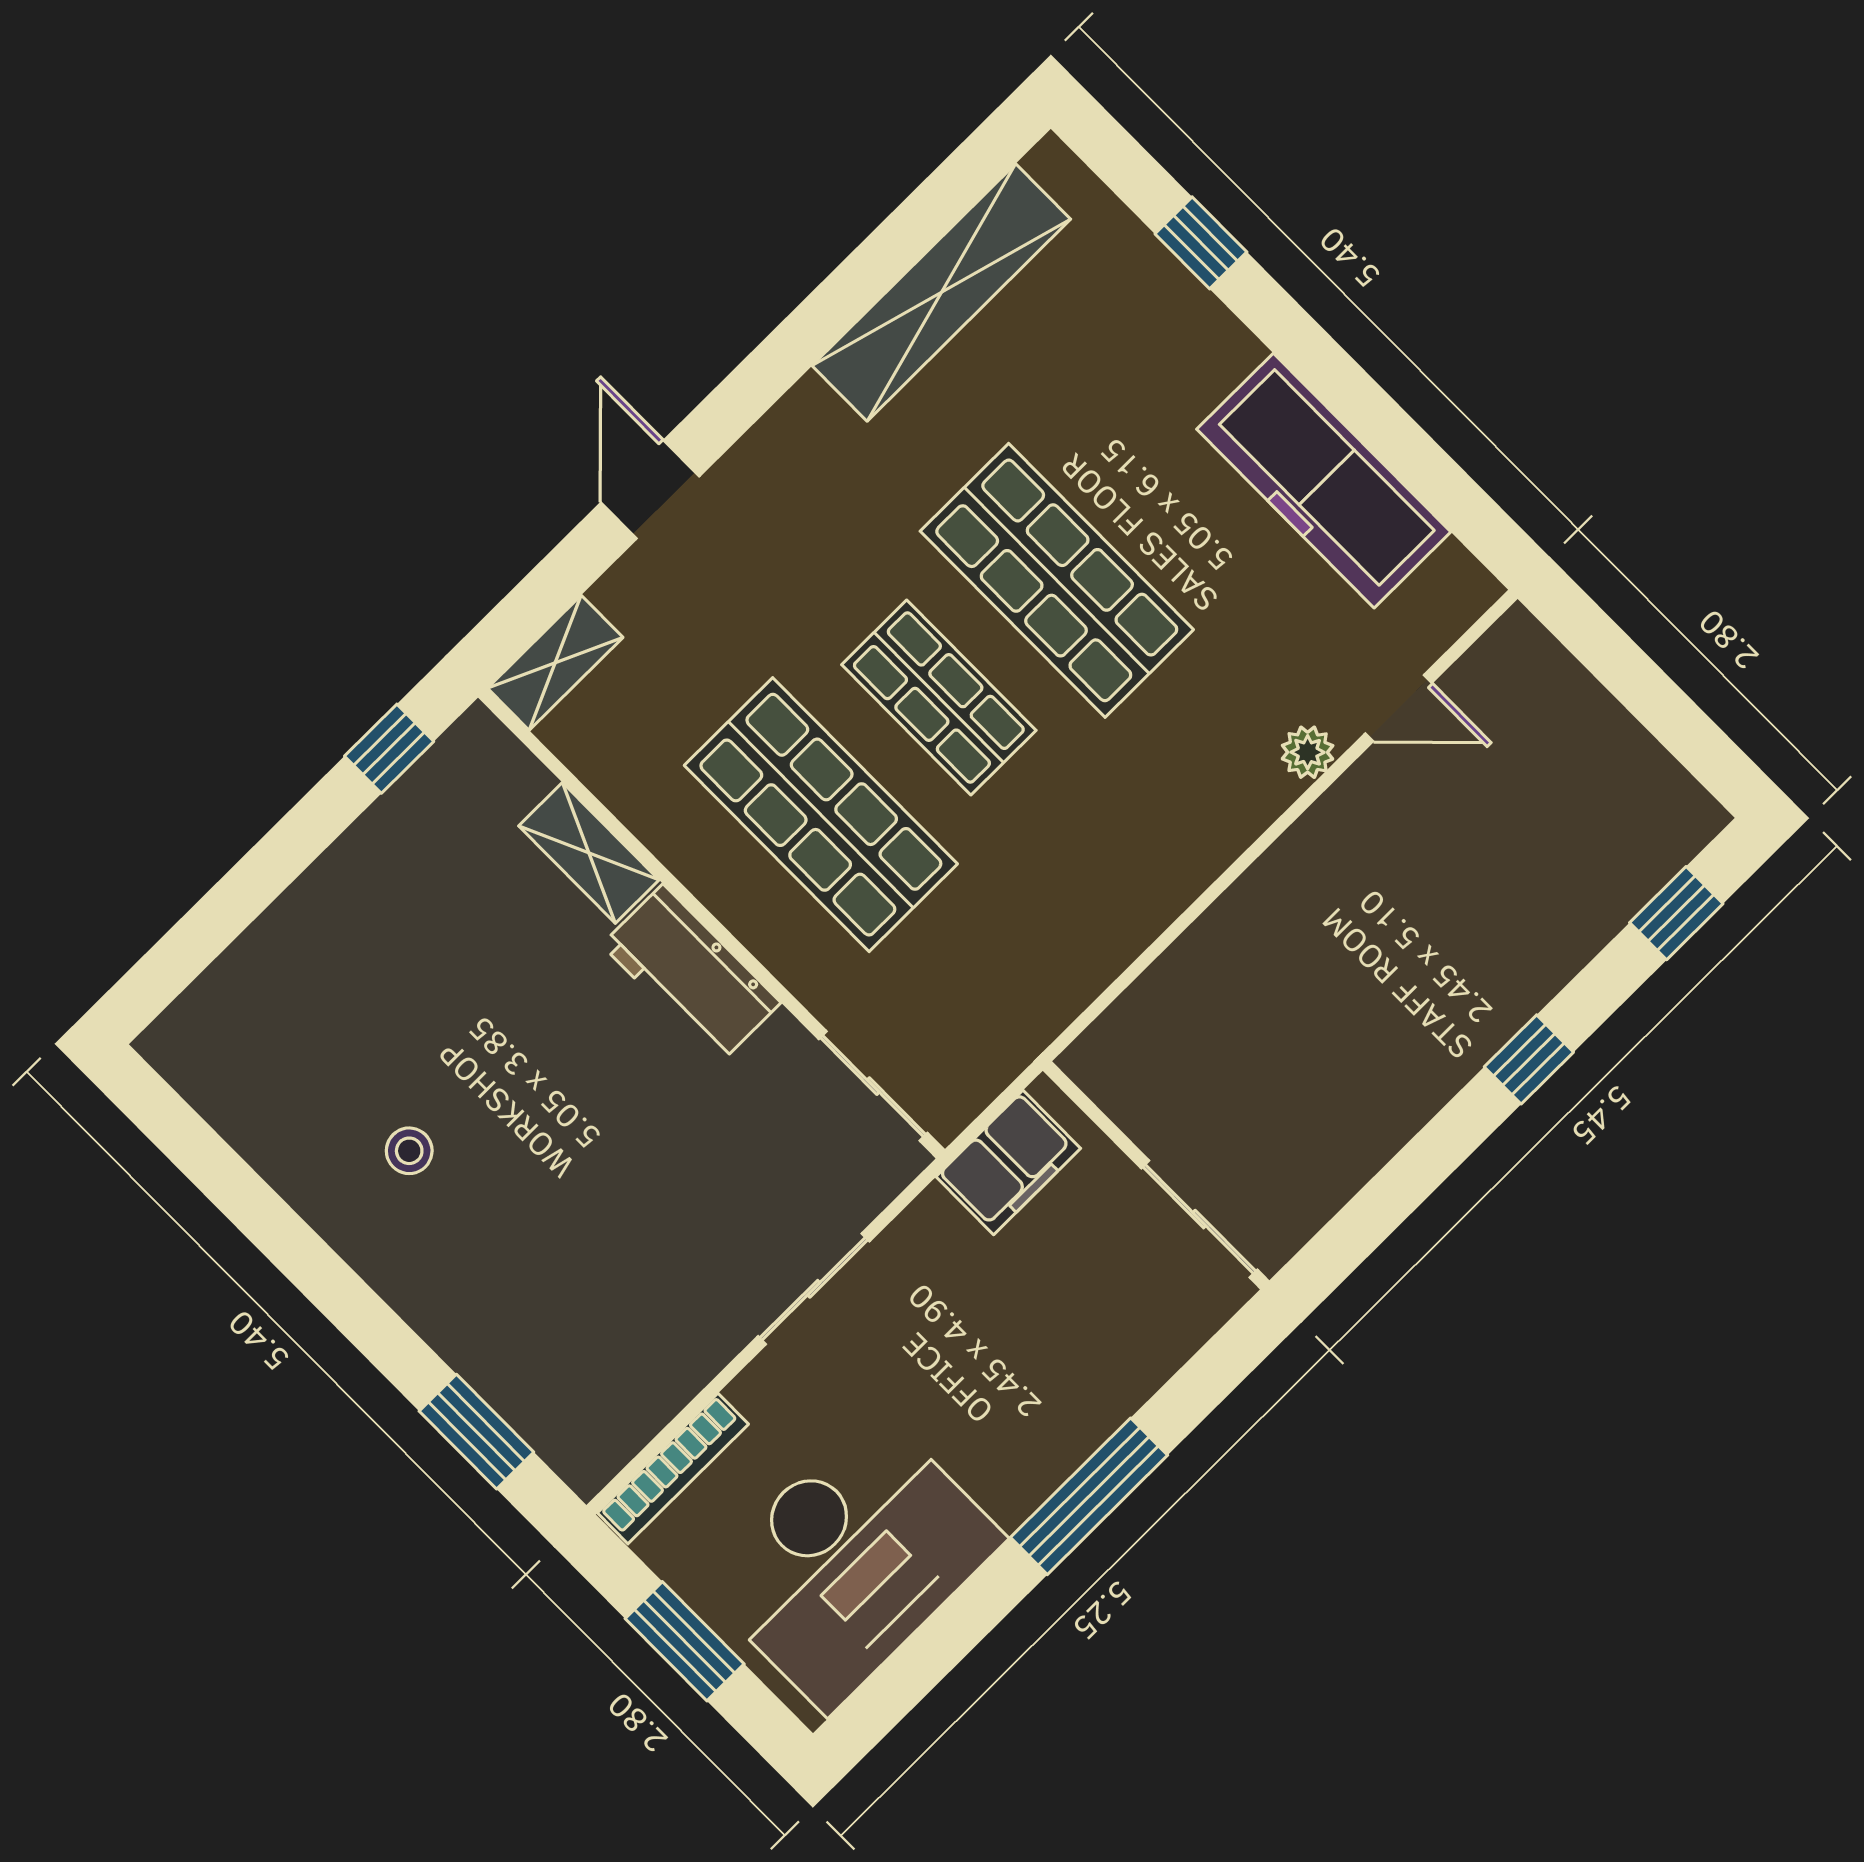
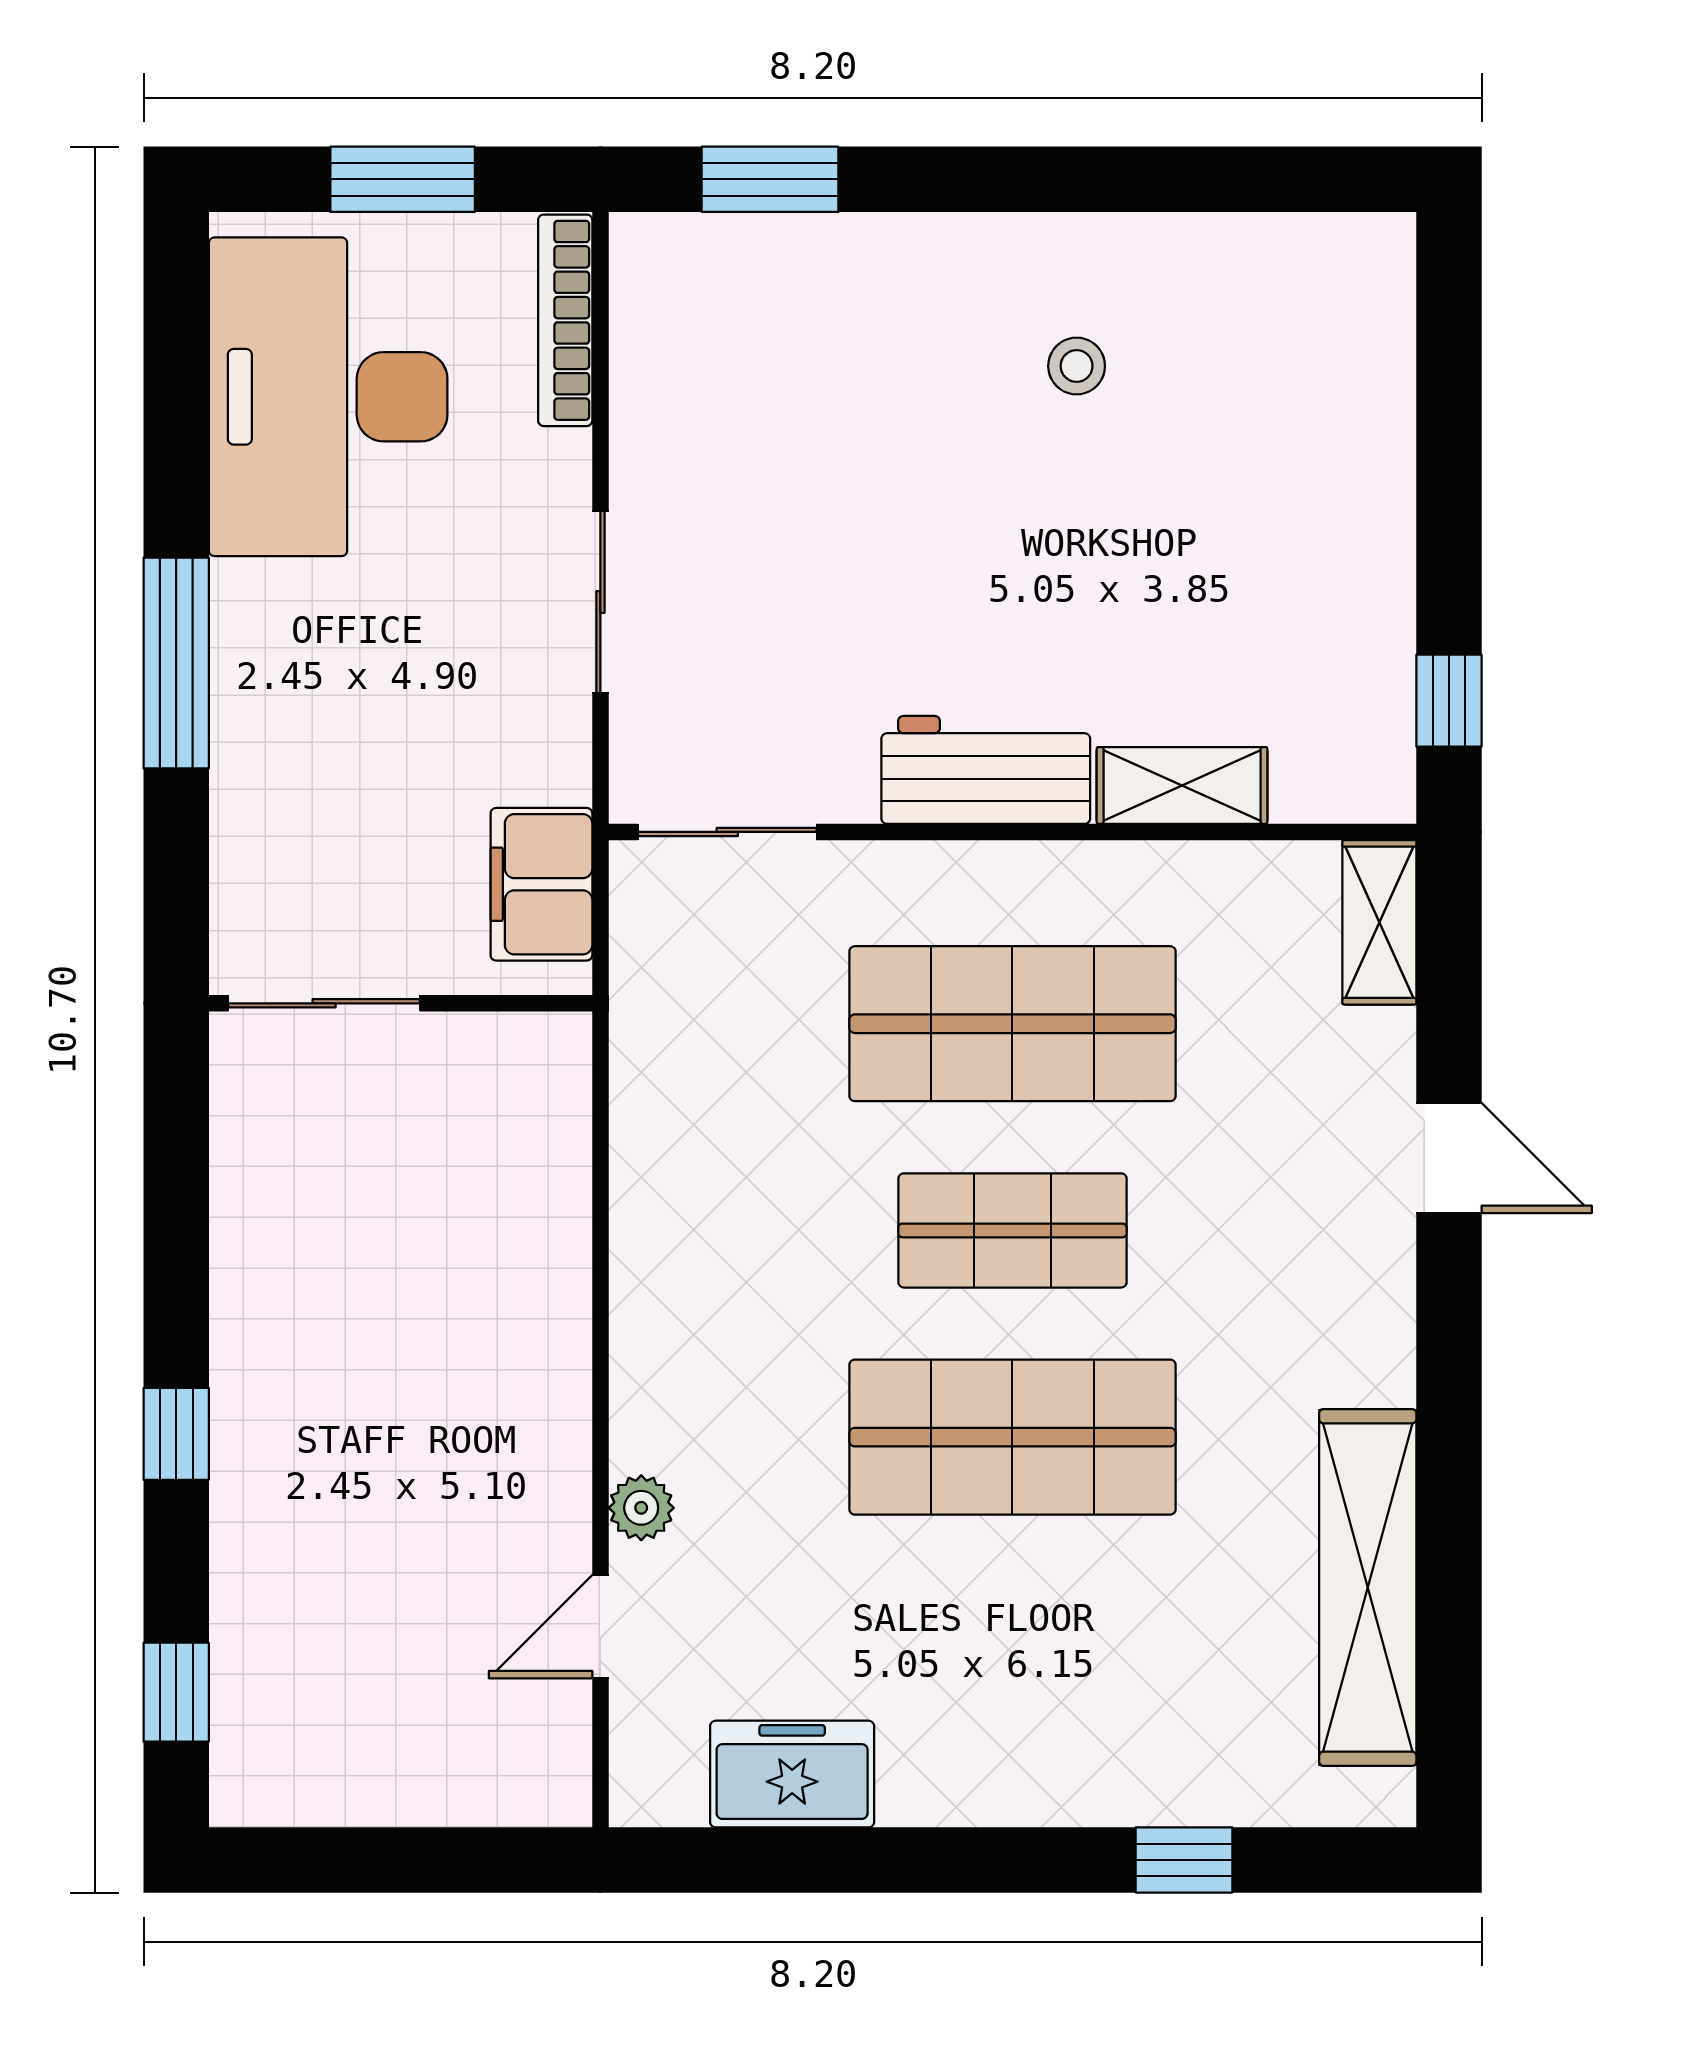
freezer: (1324, 481) -> (792, 1774), width x0.52, depth x0.79

